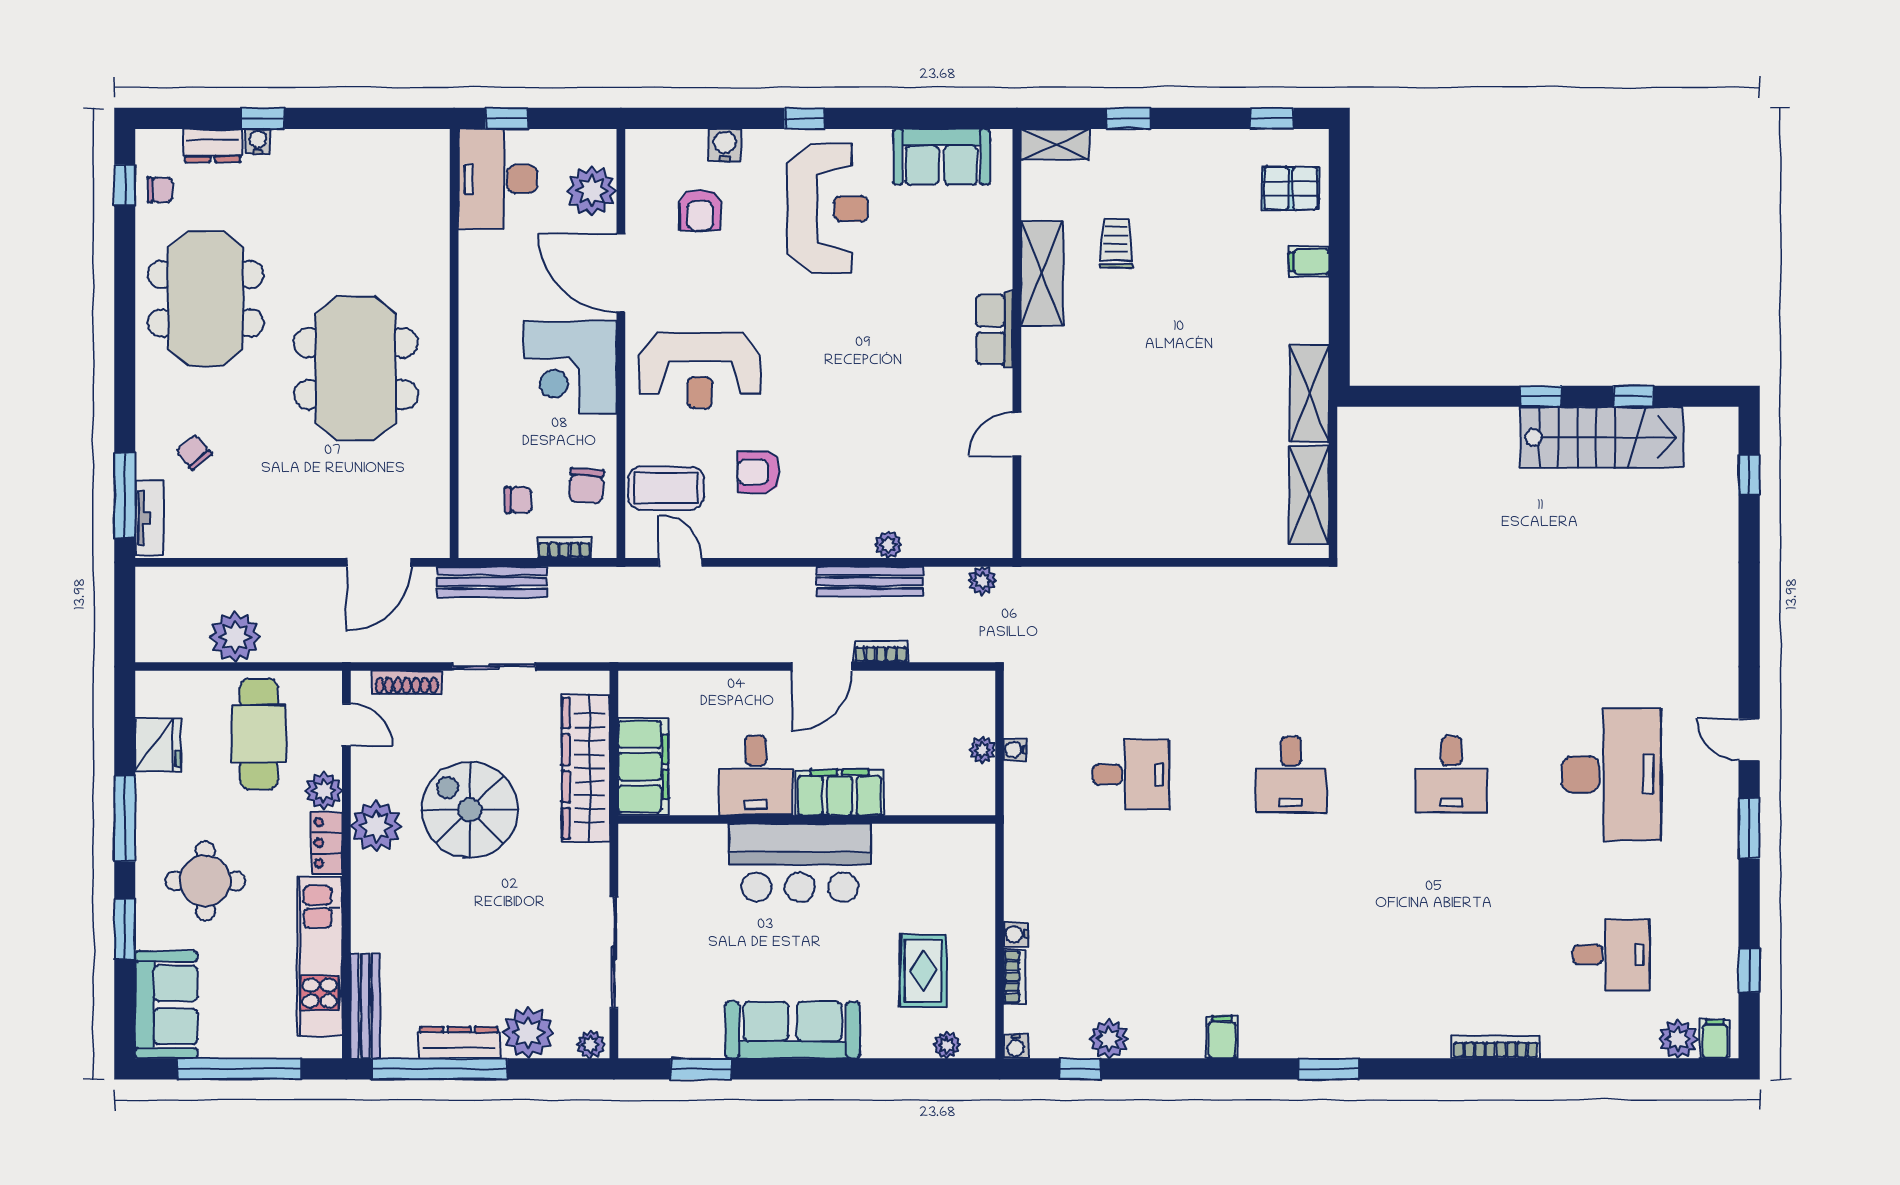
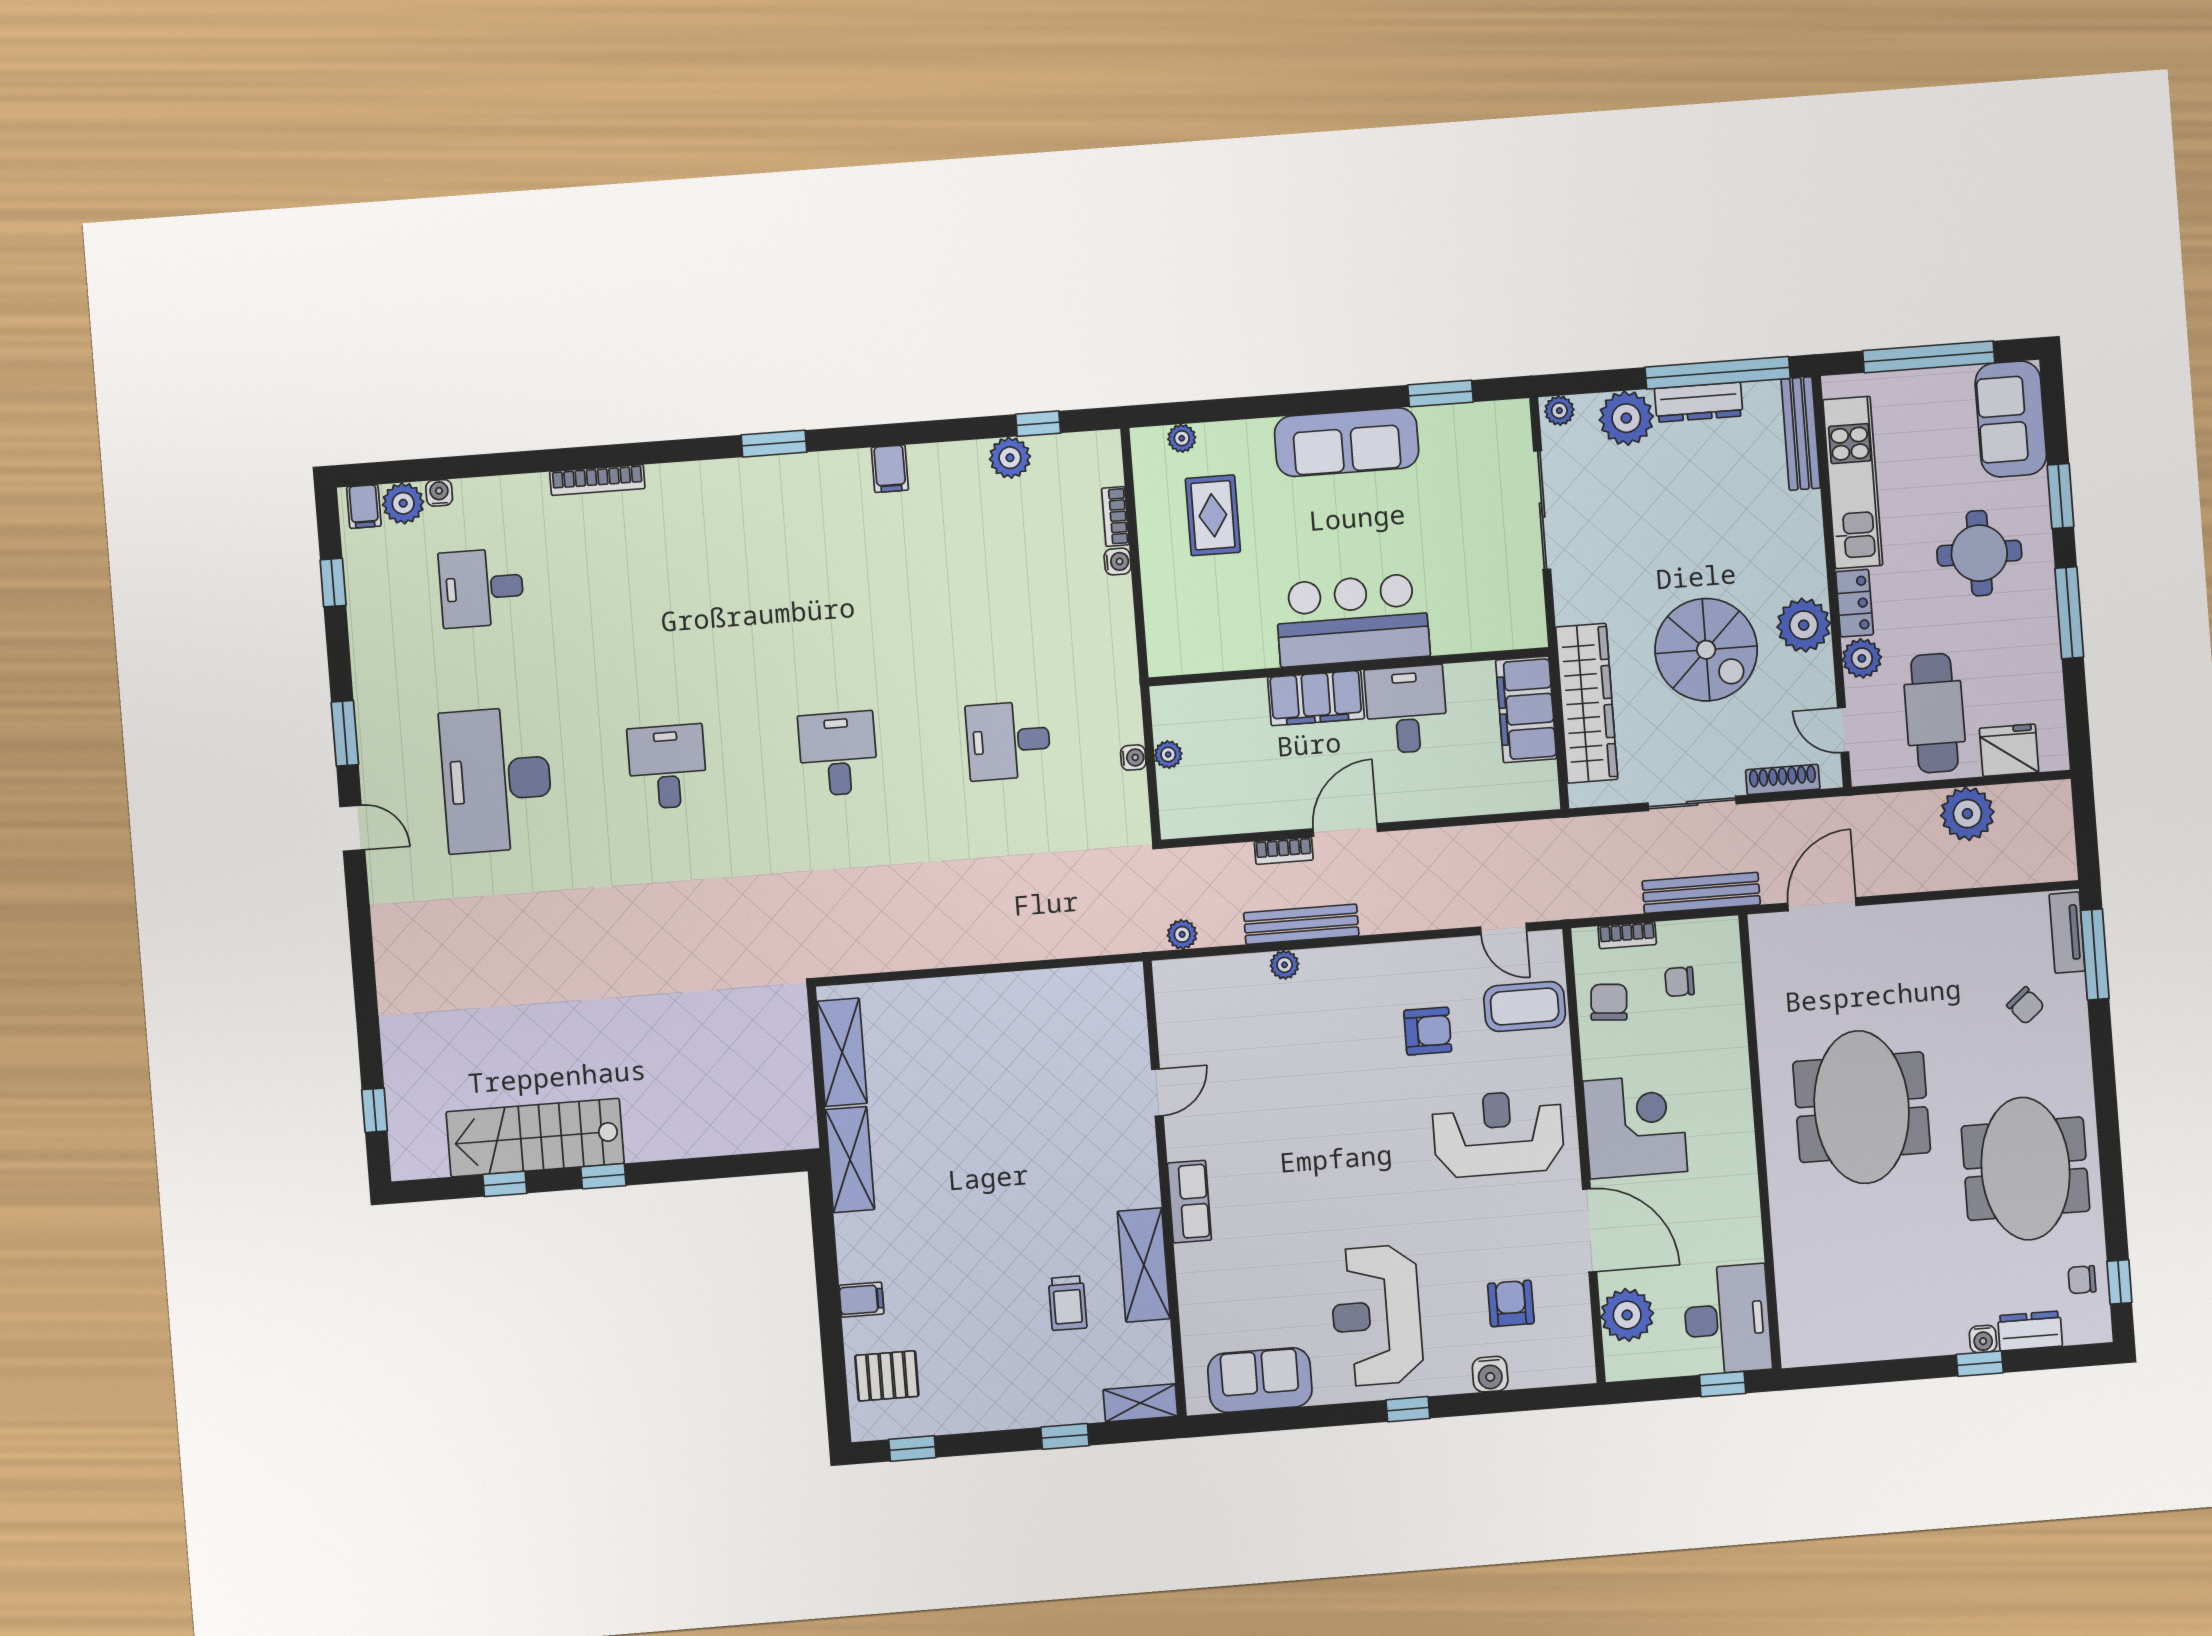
fridge: (158, 745) -> (2009, 750), moved, turned 90
water cooler: (1016, 1046) -> (439, 493), moved

